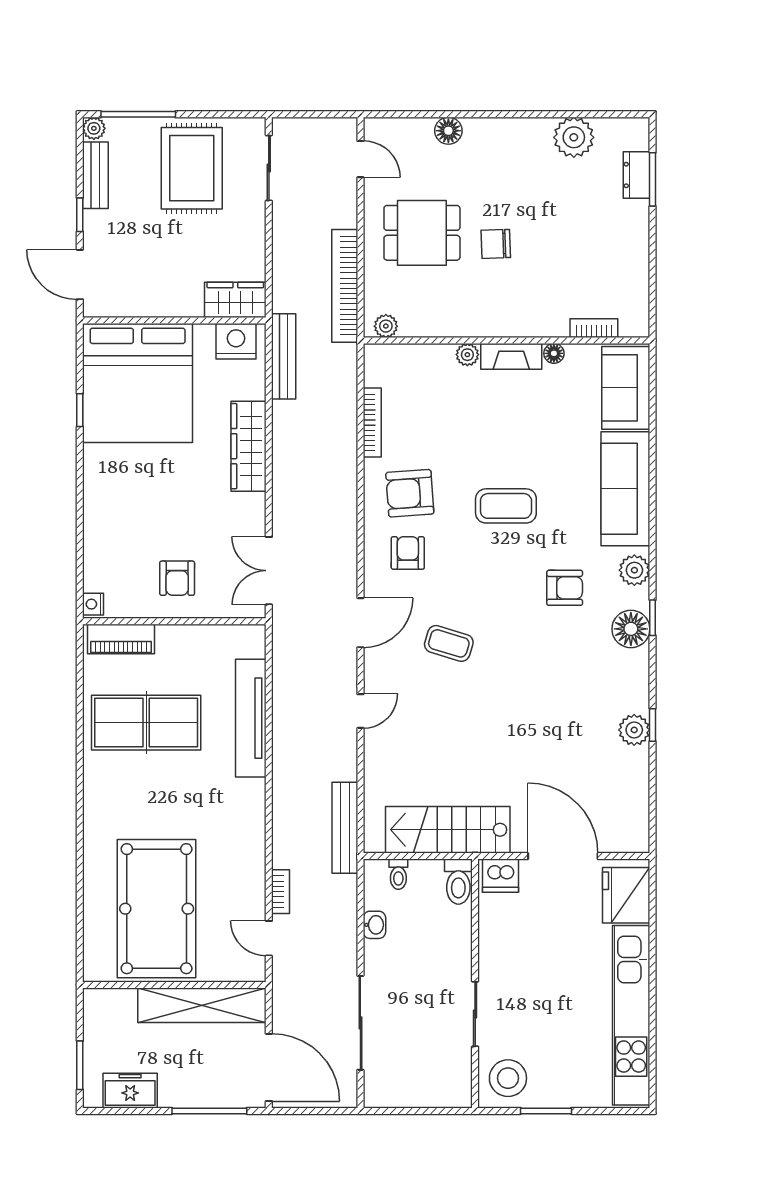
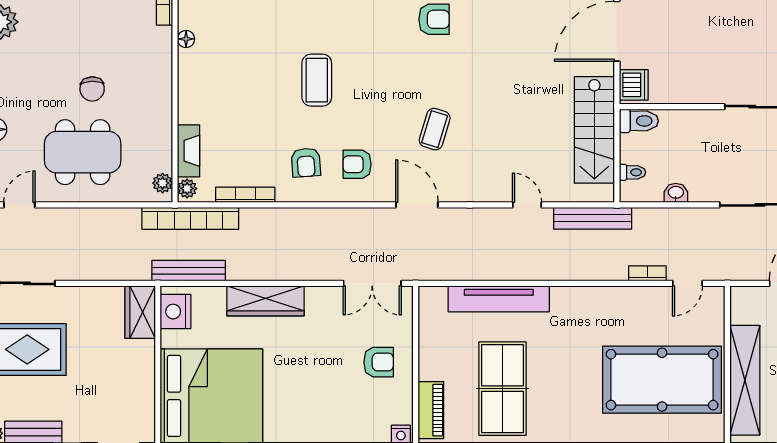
dining table: (422, 233) -> (83, 152), width x1.38
bookcase: (345, 286) -> (190, 218), moved
plant: (467, 355) -> (187, 188), moved
fireplace: (511, 356) -> (189, 151), moved
armchair: (410, 493) -> (306, 163), width x0.72, depth x0.72
armchair: (565, 588) -> (434, 19), moved, turned 90
door: (360, 711) -> (527, 205), moved
shelving: (202, 1005) -> (745, 380), moved

